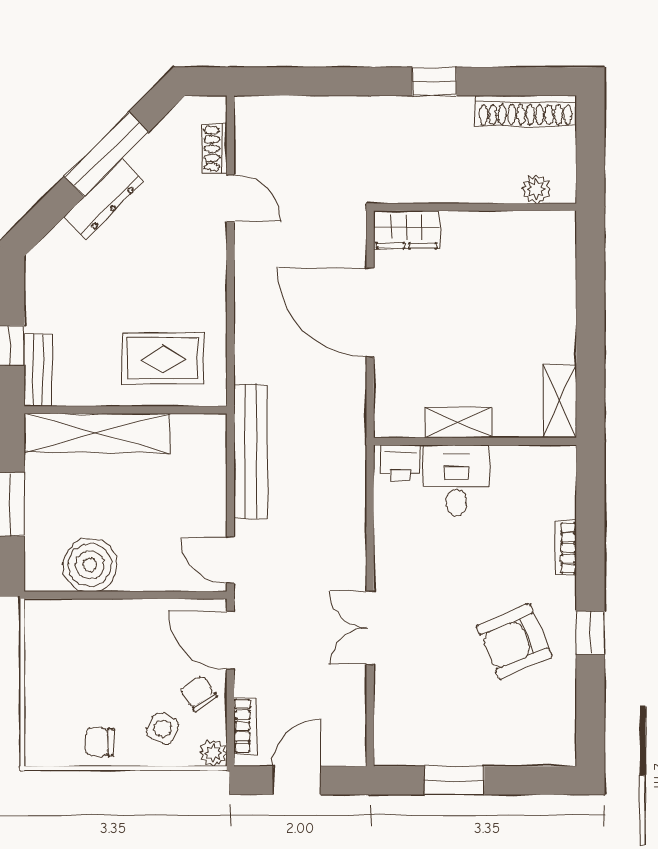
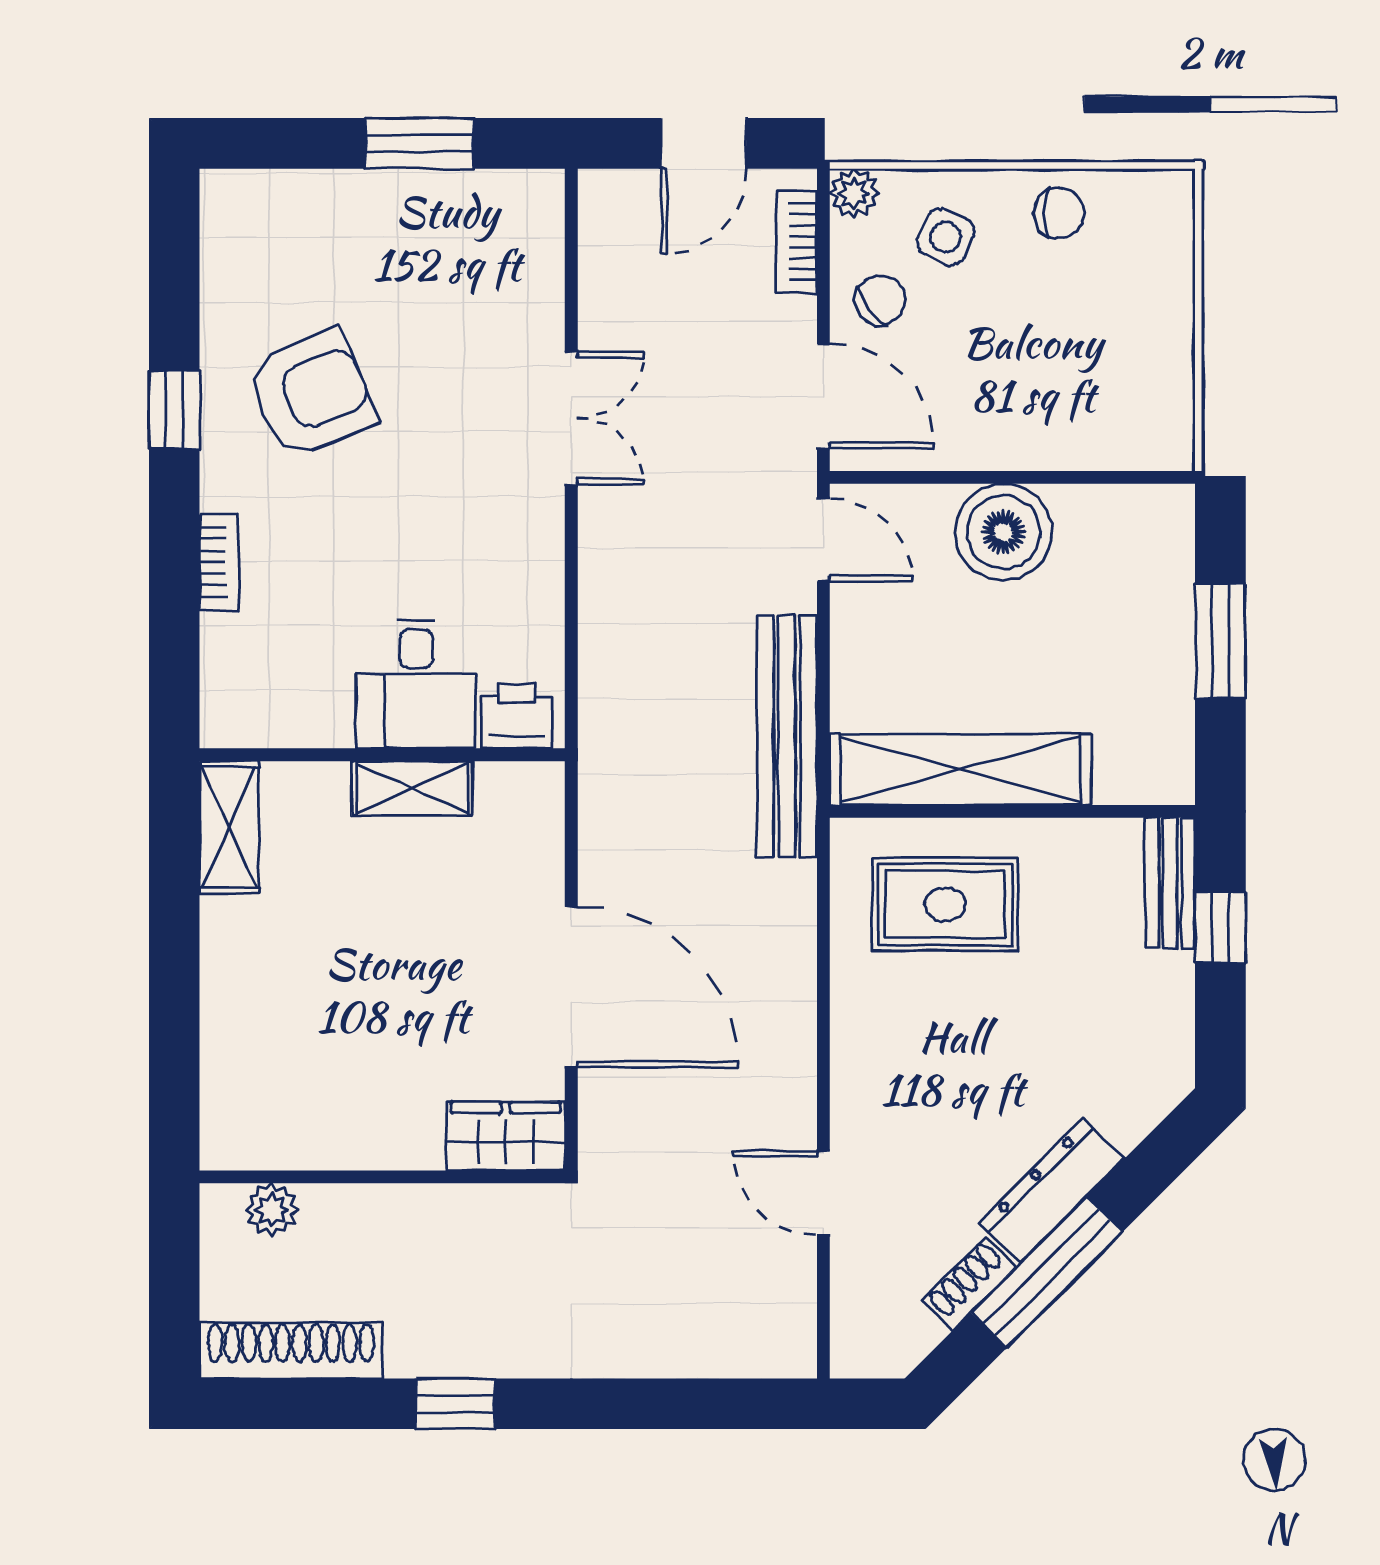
shoe rack: (215, 149) -> (969, 1283), moved, turned -135
shelving: (97, 433) -> (960, 769), moved
boiler: (90, 565) -> (1003, 532), moved
chair: (199, 694) -> (881, 300), turned -93

